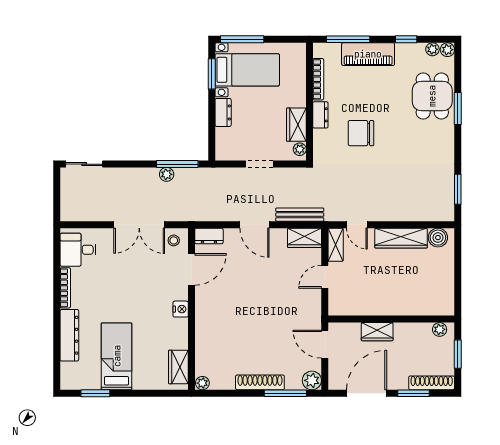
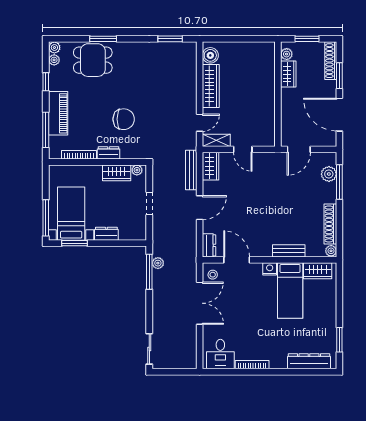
chair: (361, 133) -> (124, 119), turned -90
plant: (167, 174) -> (158, 263), moved
bench: (202, 332) -> (289, 251), added
wardrobe: (377, 332) -> (288, 74), moved
dresser: (69, 335) -> (309, 361), moved
bed: (117, 356) -> (290, 290), moved, turned -90
plant: (312, 380) -> (329, 174), moved
shoe rack: (260, 382) -> (330, 224), moved

